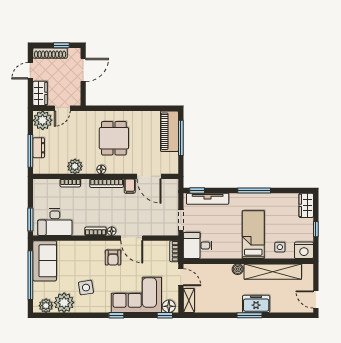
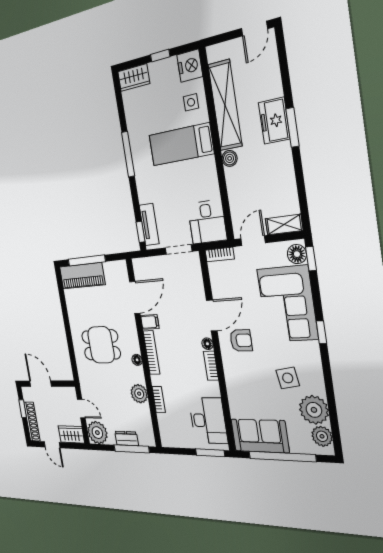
tv unit: (208, 199) -> (149, 225), width x0.71

